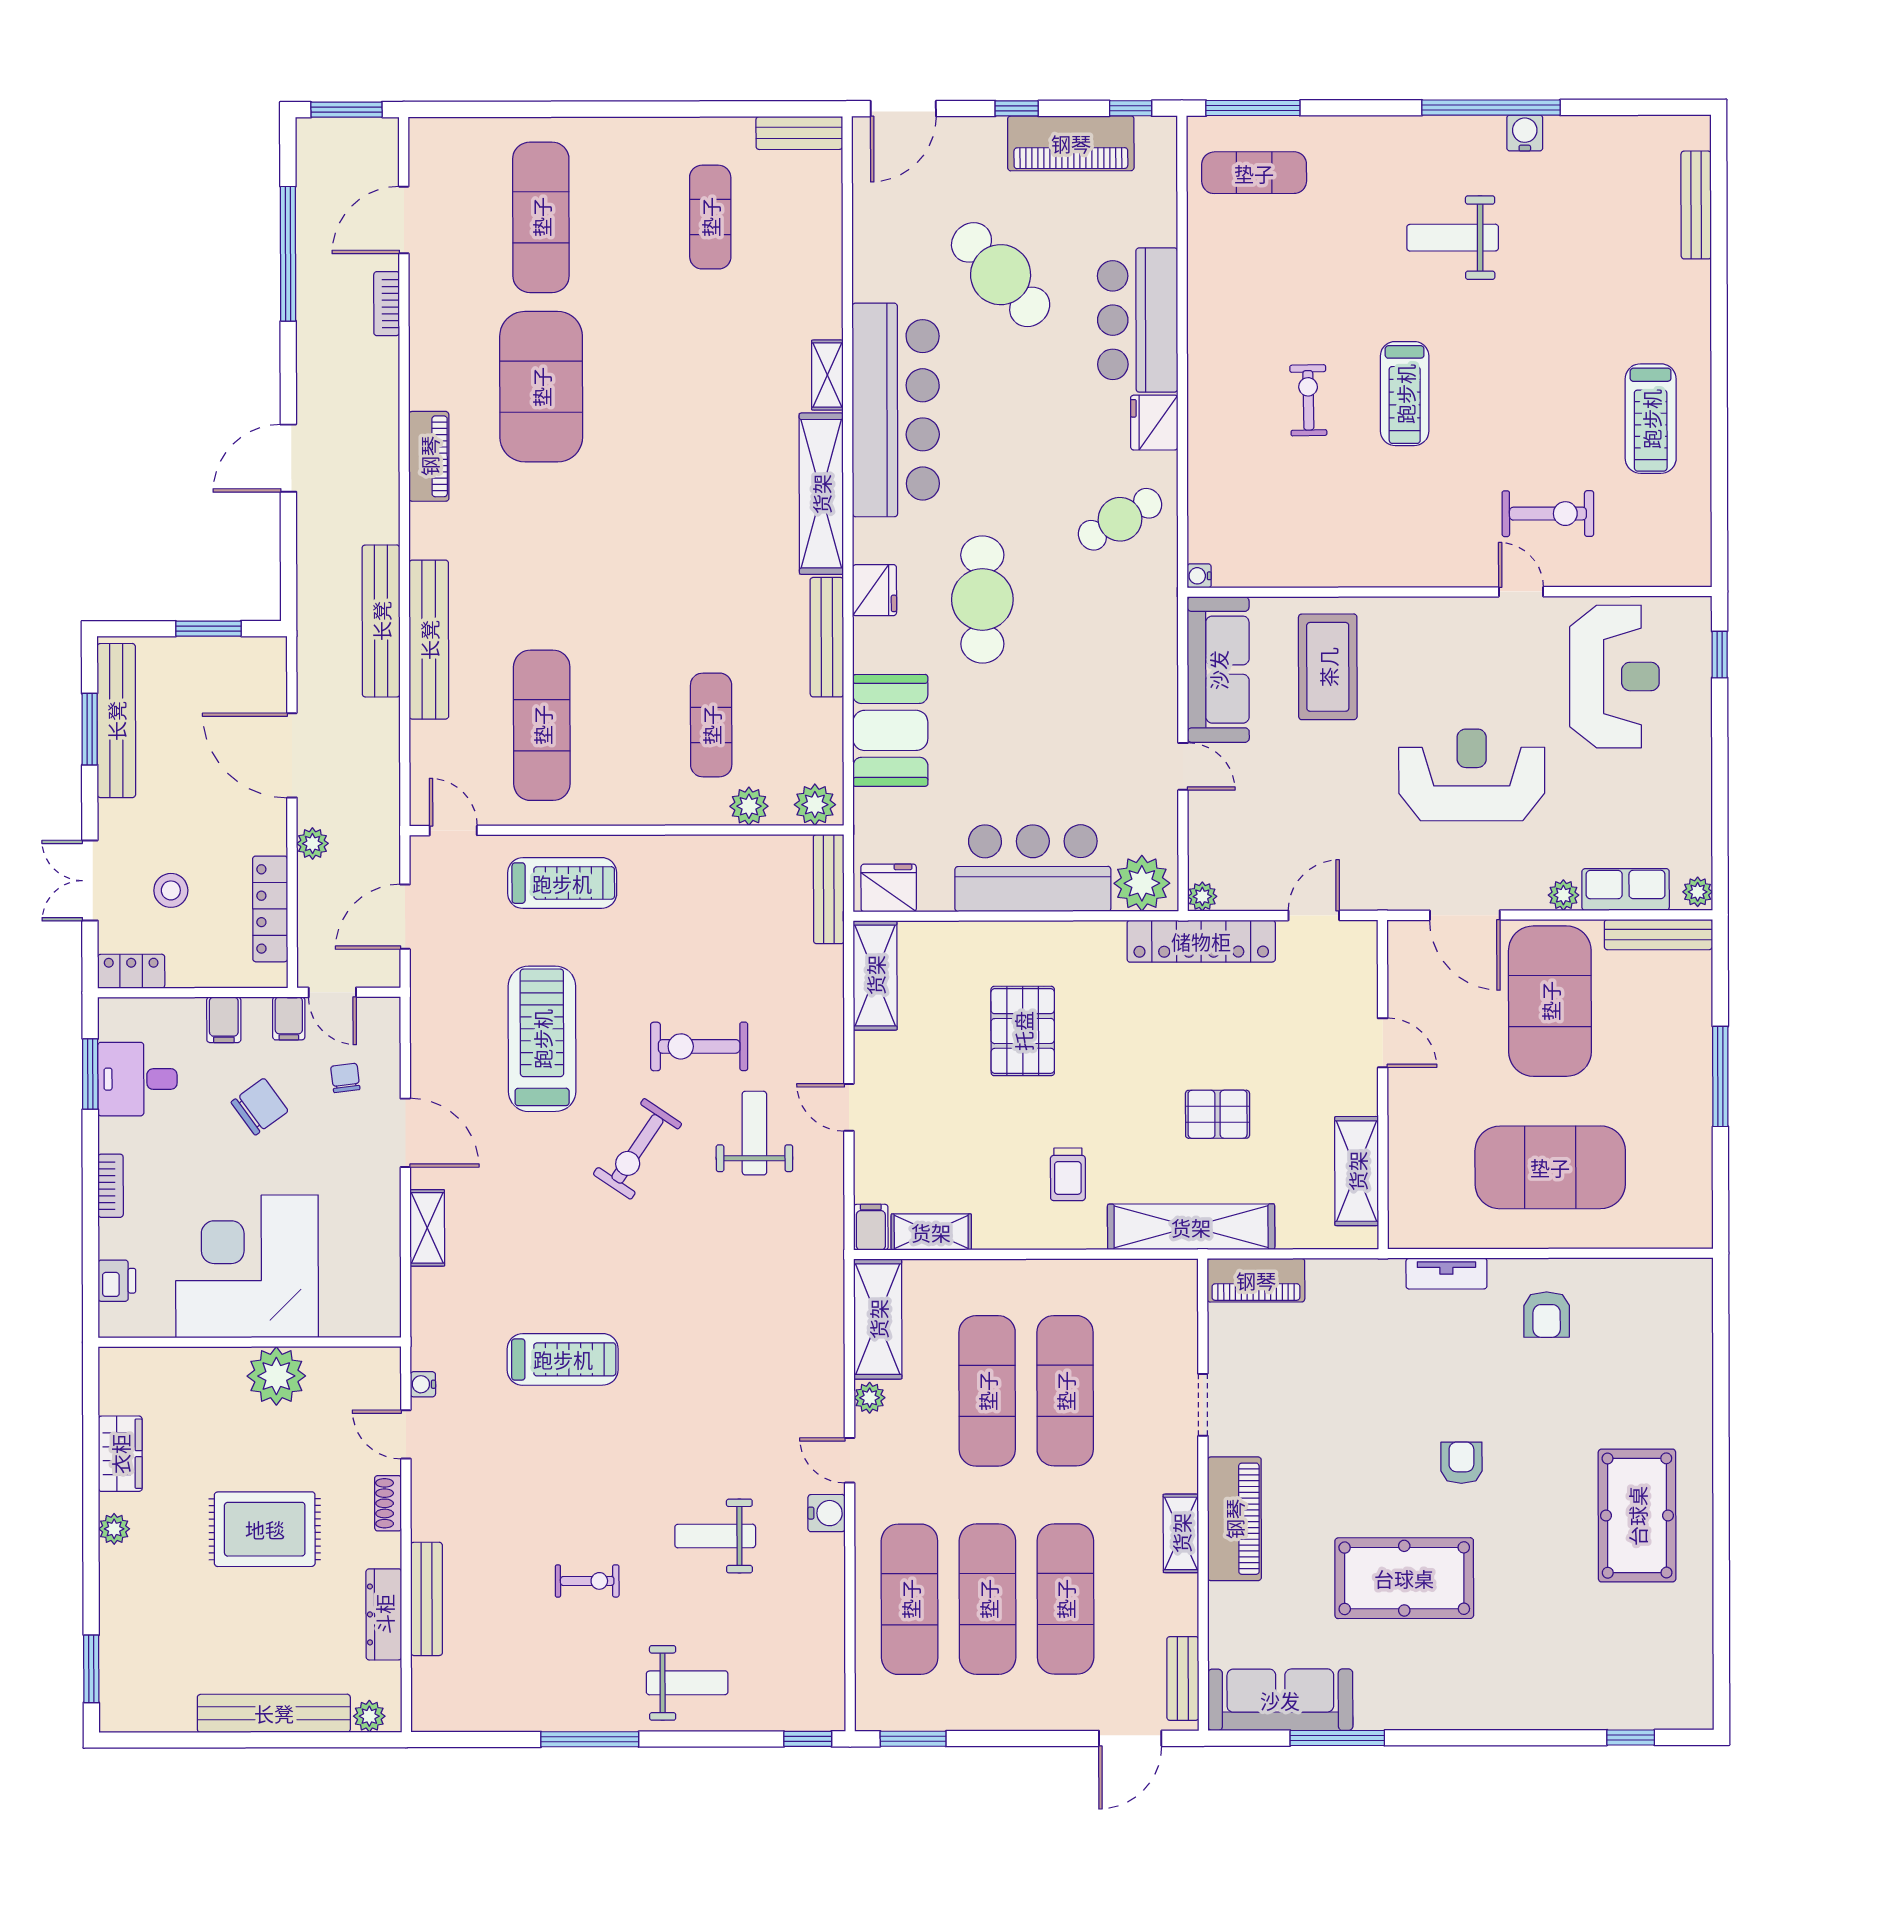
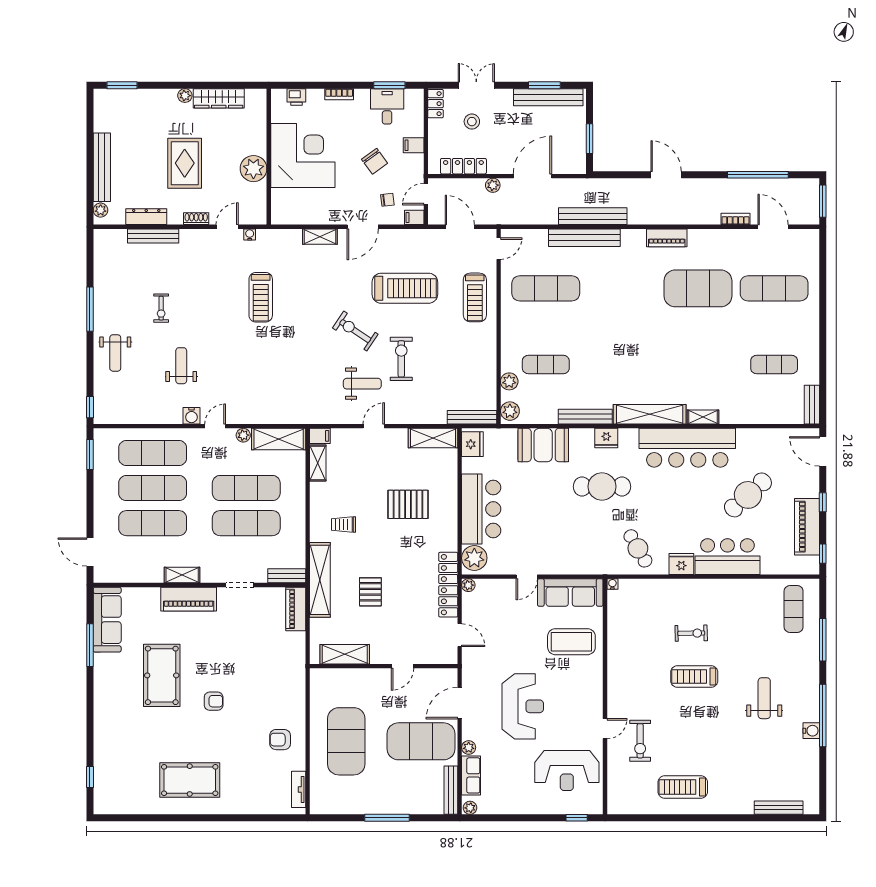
window: (1253, 108) -> (823, 640), moved
filing cabinet: (289, 1018) -> (414, 217), moved
tv unit: (1446, 1274) -> (299, 789), moved
wardrobe: (120, 1454) -> (219, 98), width x1.50
bench: (1183, 1678) -> (287, 576), moved

